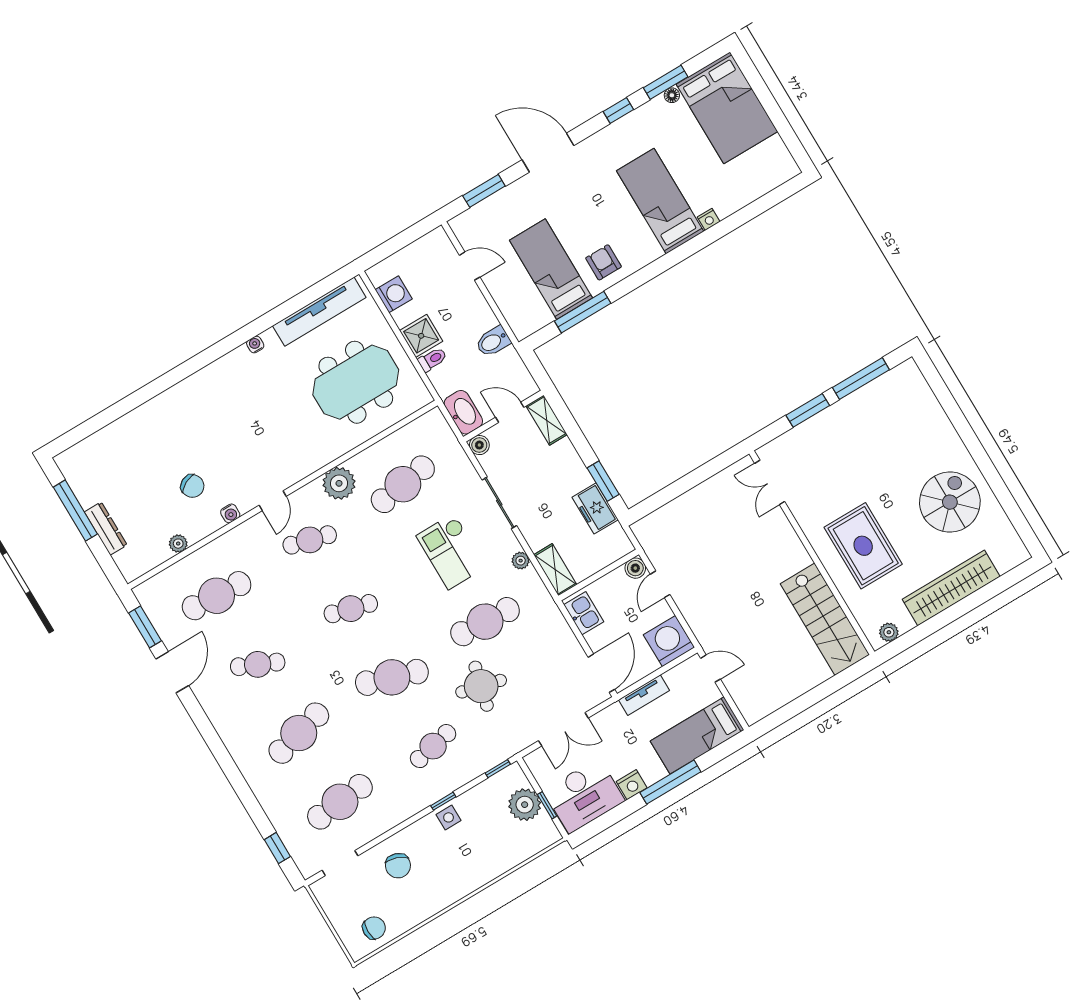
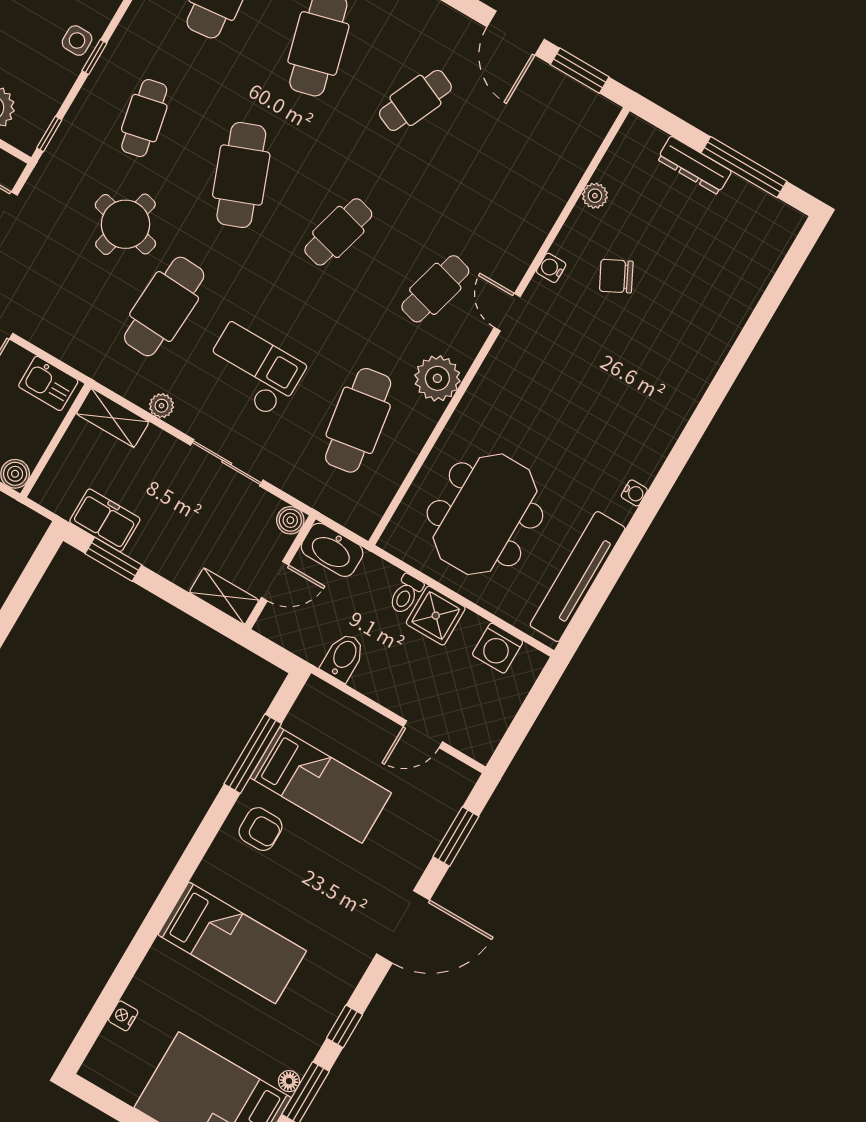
nightstand: (709, 219) -> (123, 1016), moved
cafe table: (217, 596) -> (512, 157), removed
cafe table: (392, 677) -> (241, 175), turned -39

